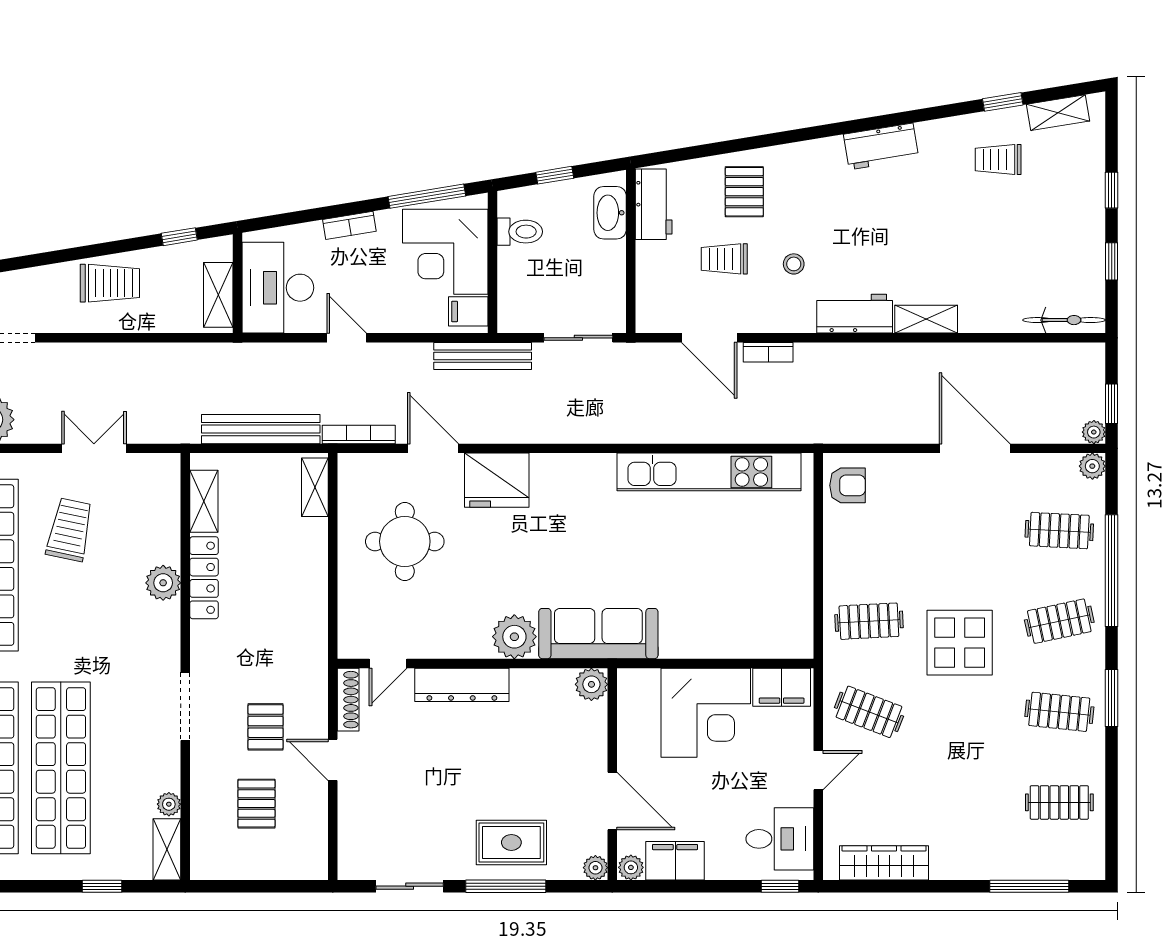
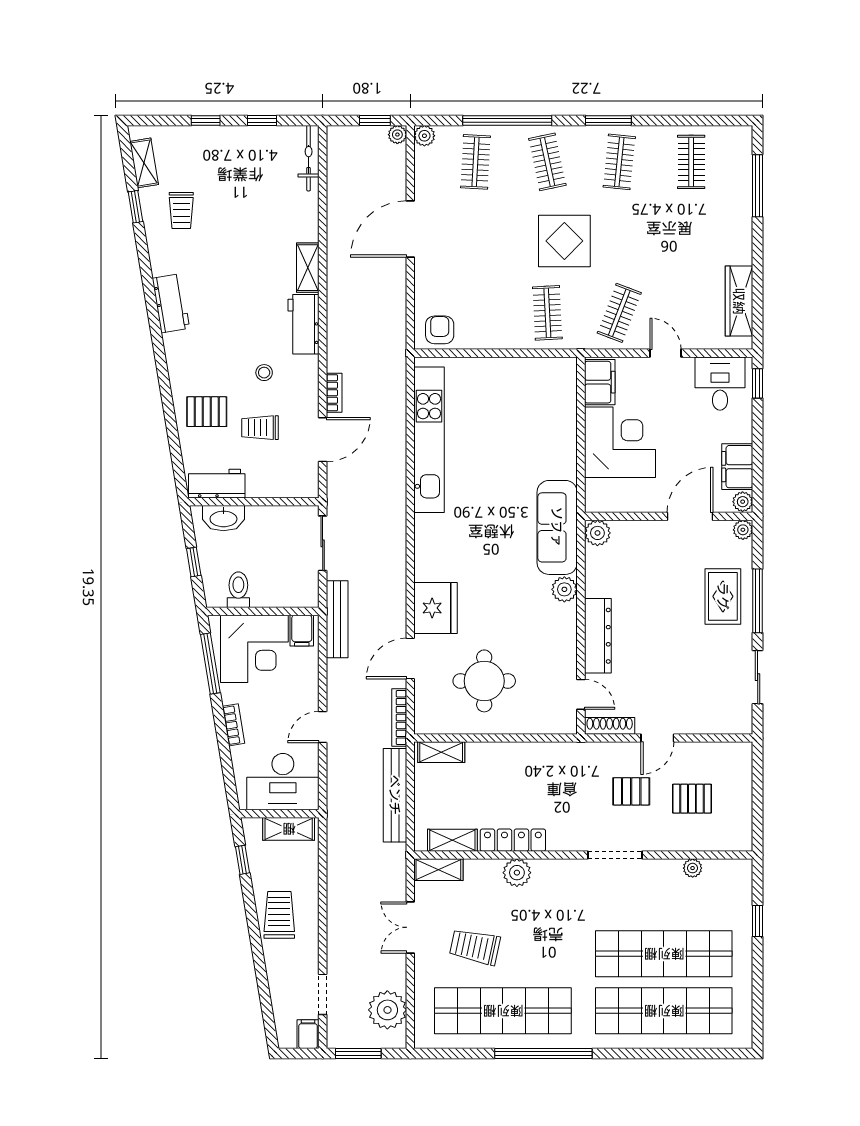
trolley: (724, 259) -> (260, 428), turned 90
plant: (514, 637) -> (564, 589), width x0.73, depth x0.73
shelving: (167, 849) -> (438, 870), moved

